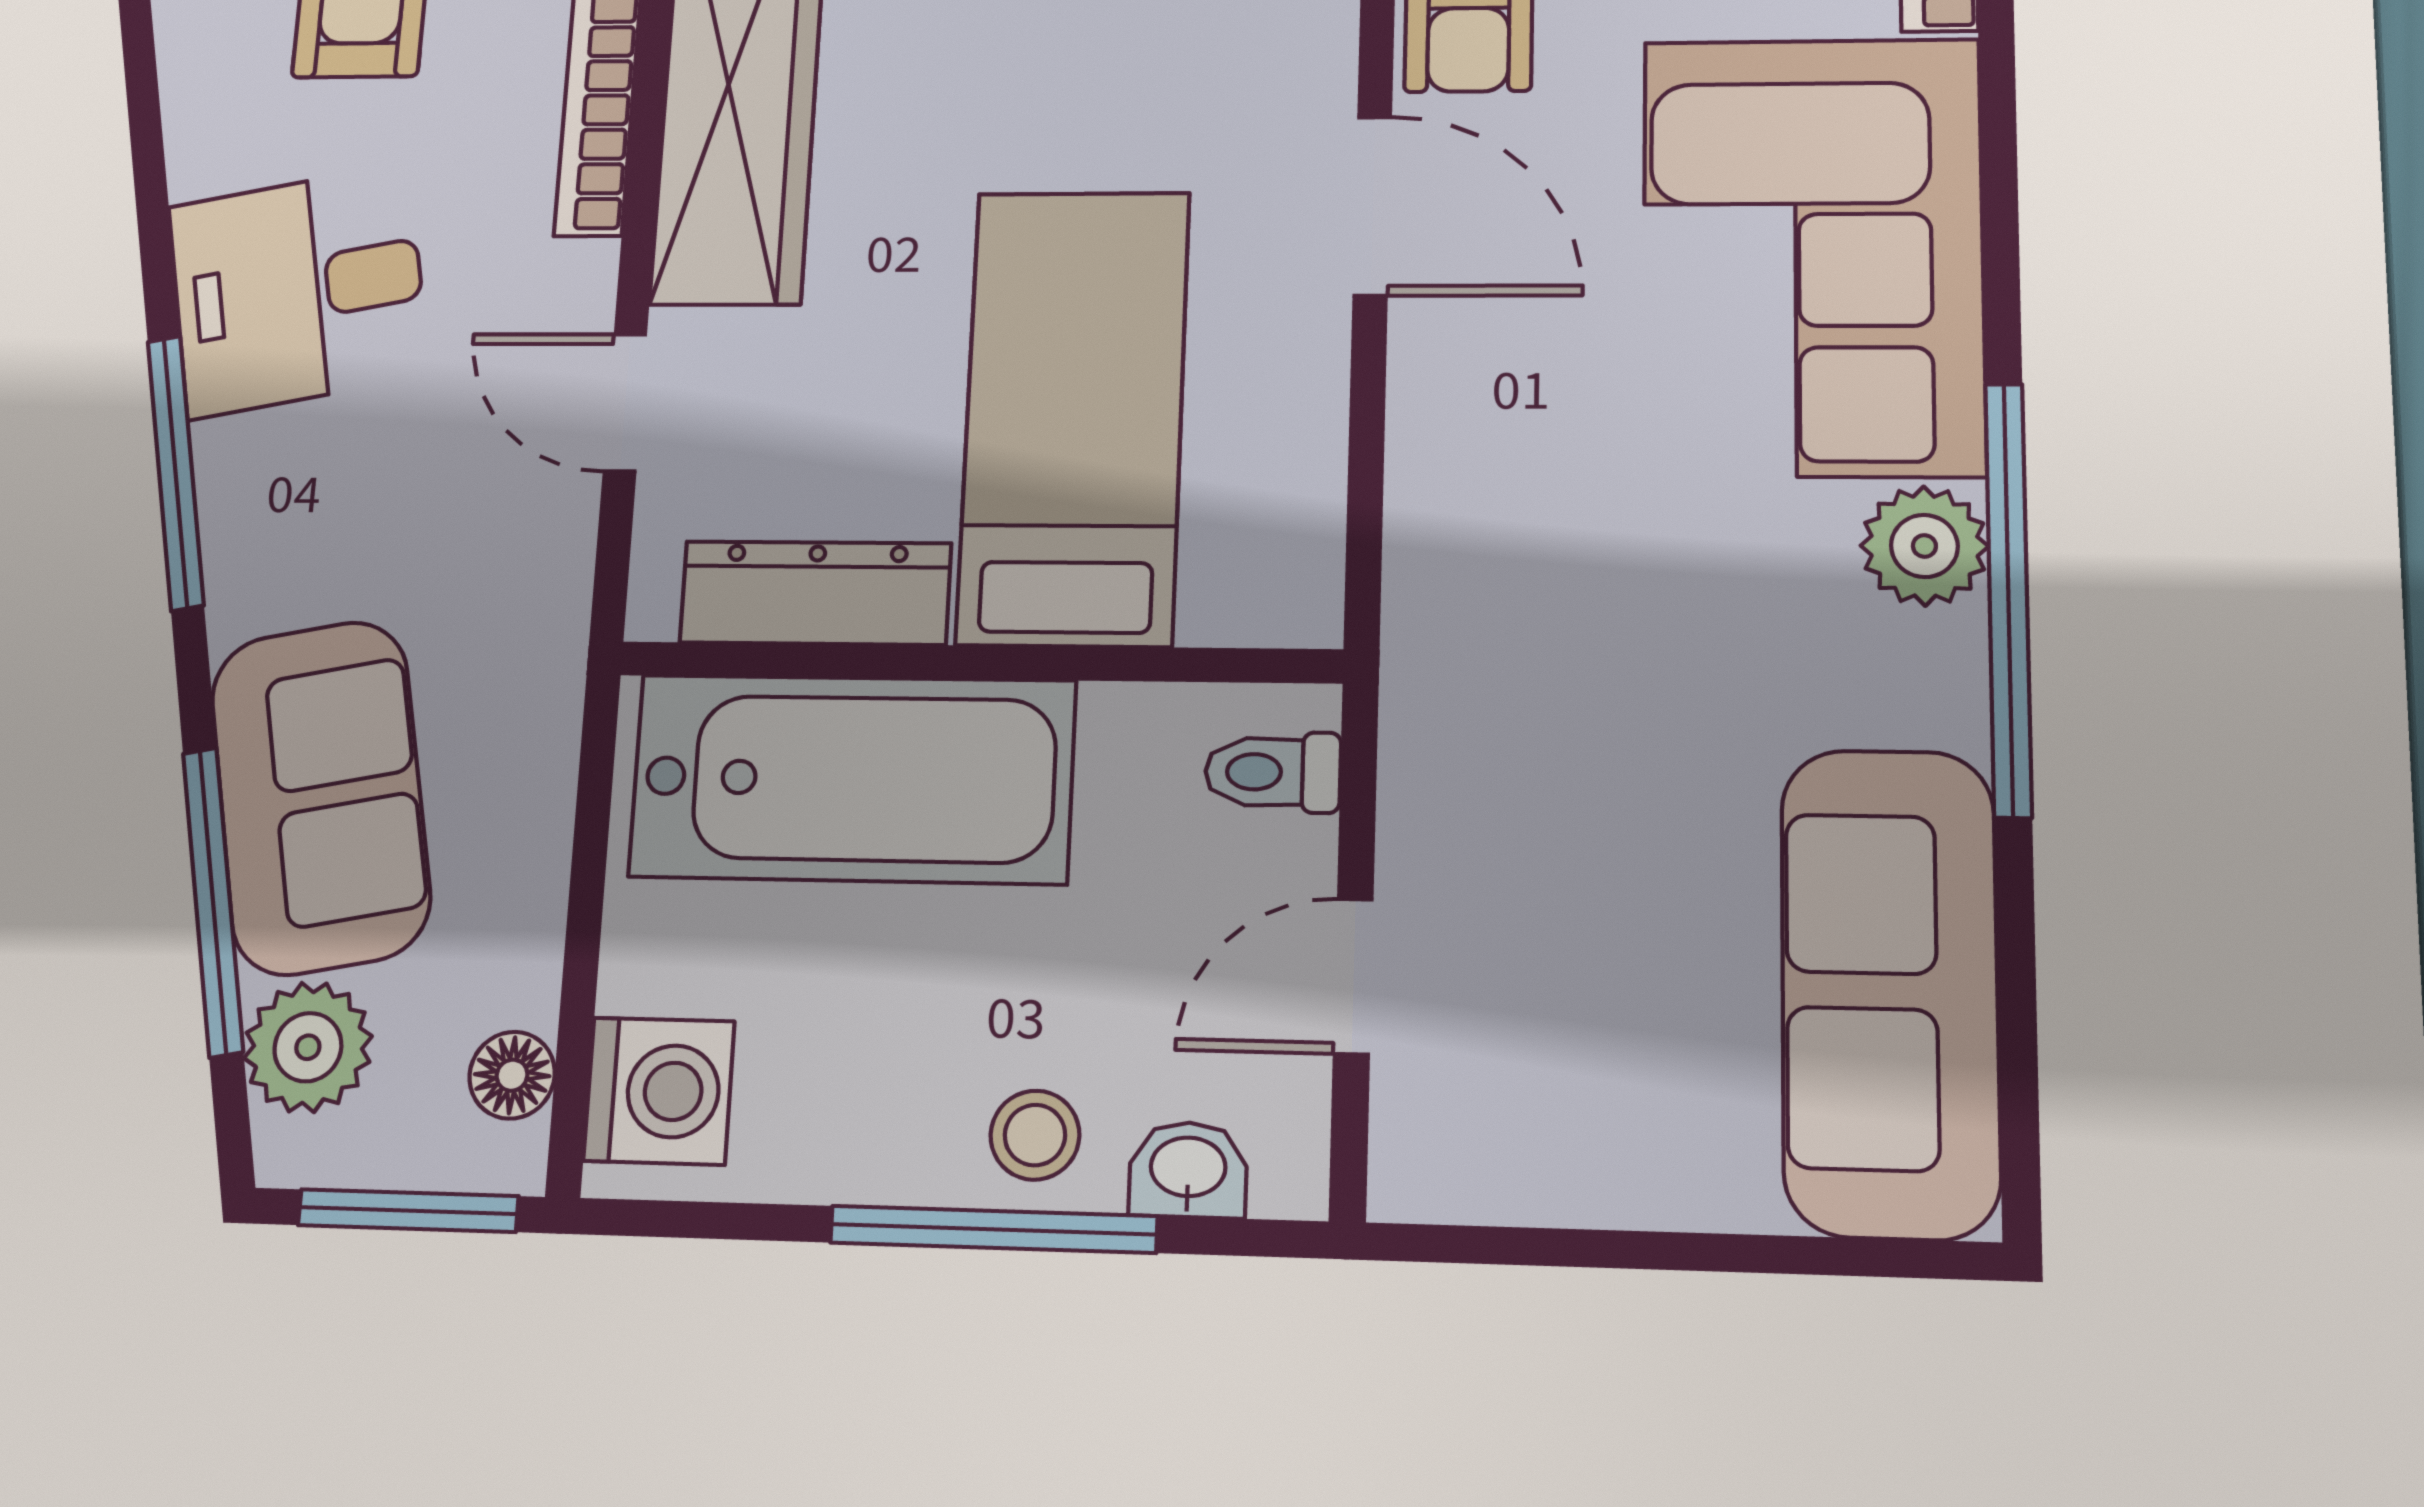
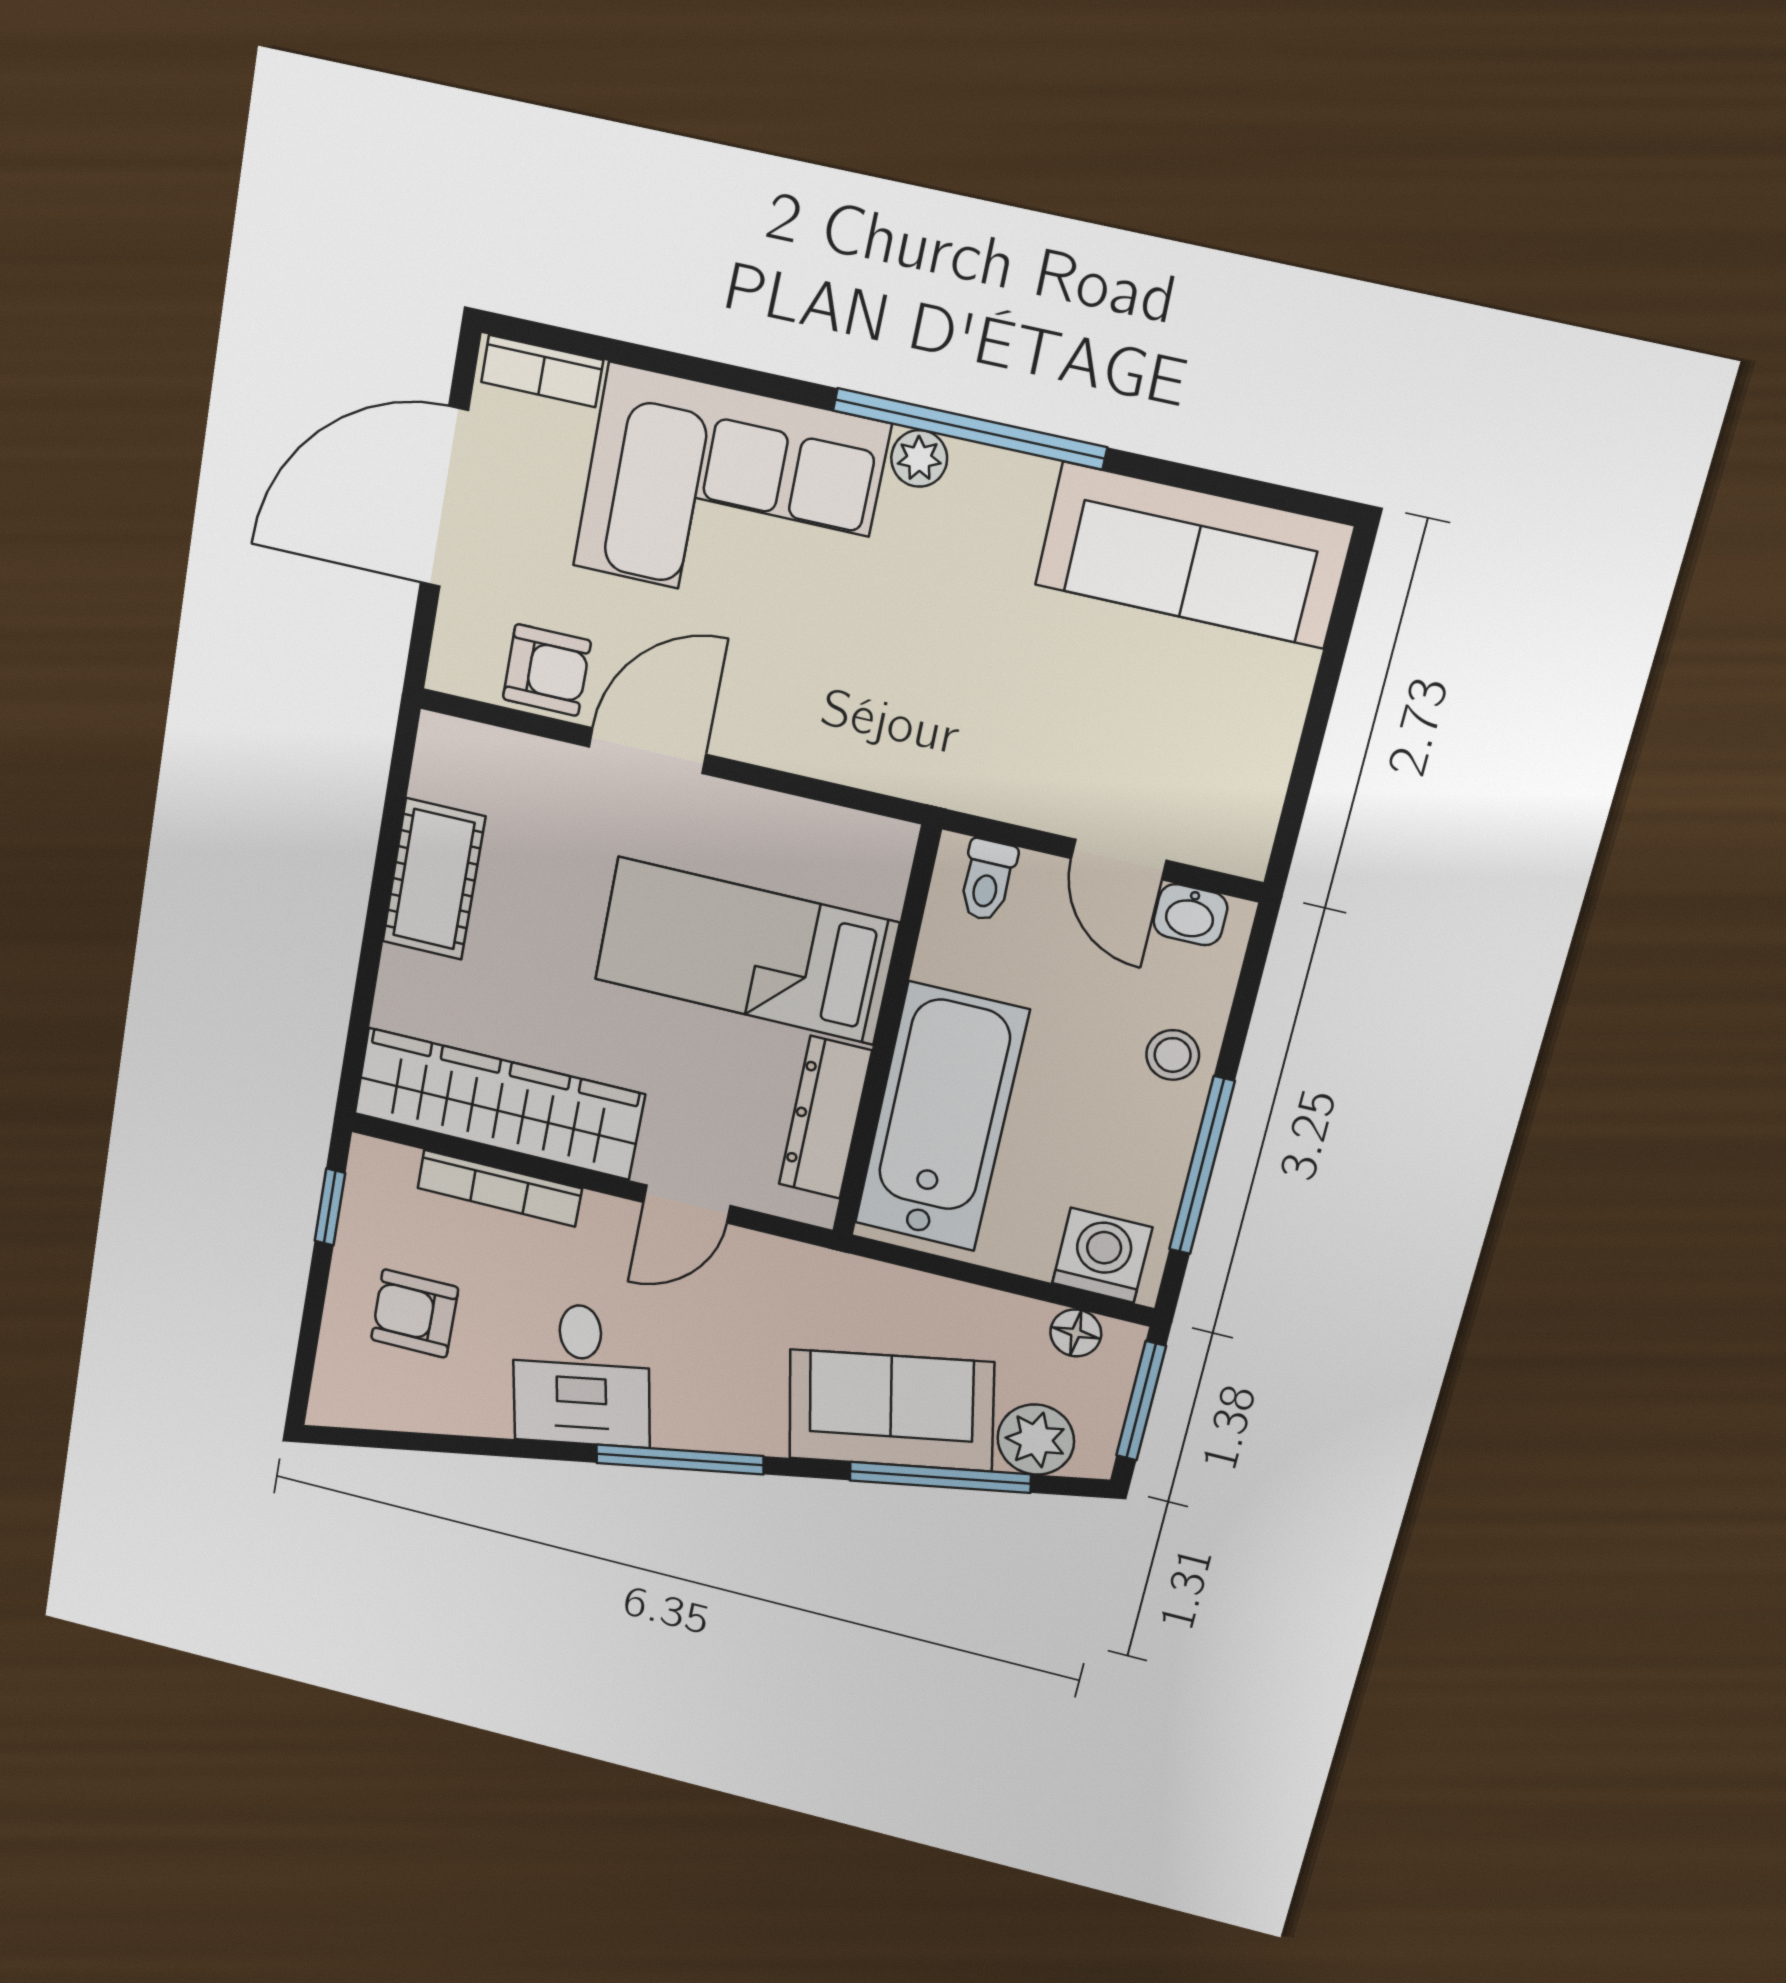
plant: (1924, 546) -> (919, 458), width x0.73, depth x0.73
washbasin: (1188, 1170) -> (1190, 915), moved, turned -90
window: (993, 1229) -> (1202, 1166), moved

